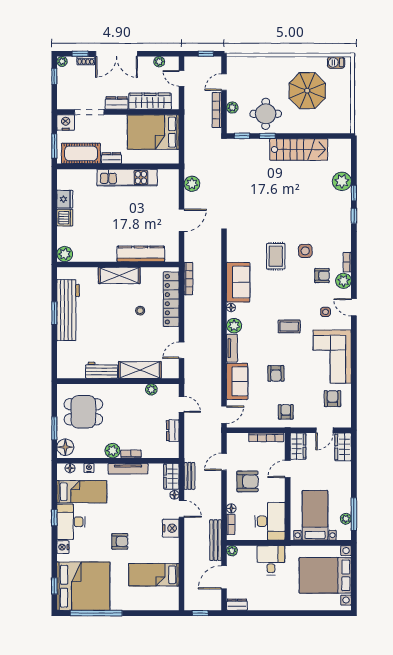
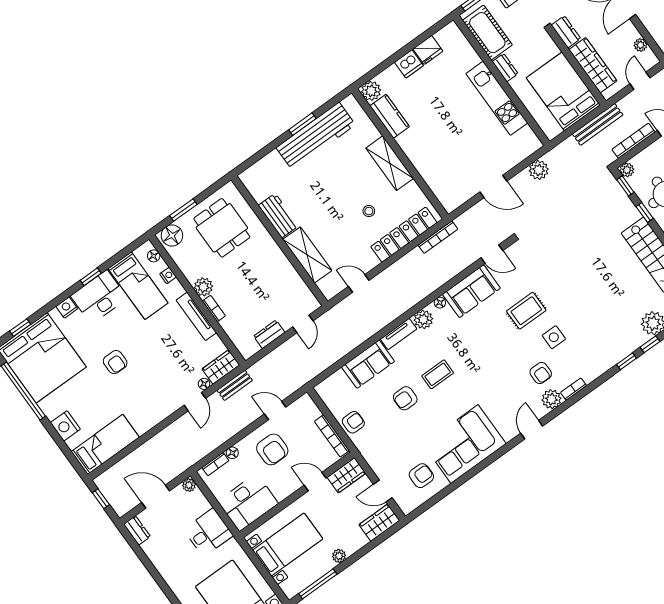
plant: (232, 107) -> (627, 170), moved
kitchen counter: (141, 254) -> (390, 116), moved, width x0.67
side table: (326, 312) -> (506, 404), removed
coffee table: (289, 326) -> (438, 374), moved, turned 90
plant: (151, 389) -> (296, 281), removed
armchair: (286, 412) -> (353, 422), moved
door: (224, 415) -> (492, 254), moved
plant: (346, 519) -> (339, 556), moved
nightstand: (171, 528) -> (65, 426), moved, turned 90
bench: (216, 540) -> (598, 124), moved
bed: (154, 575) -> (105, 444), moved, turned 90

